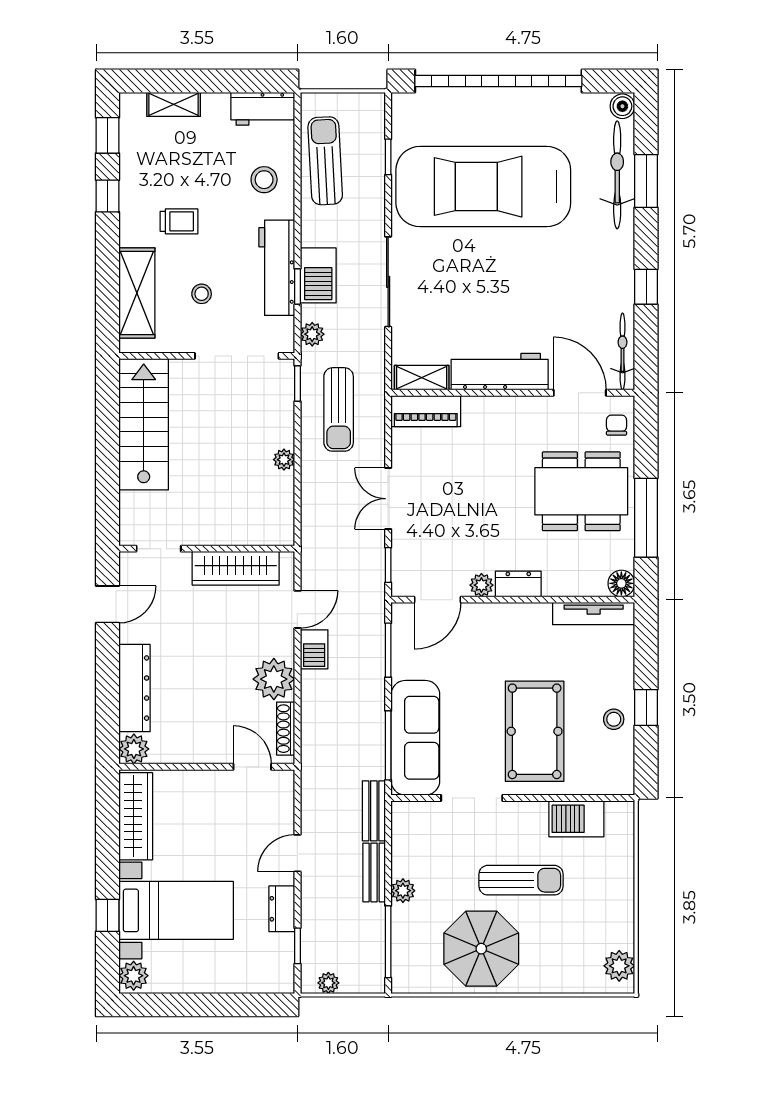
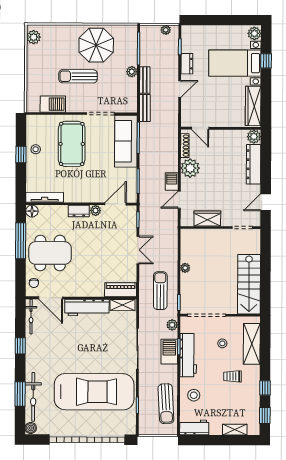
wardrobe: (236, 568) -> (207, 219), width x0.67

